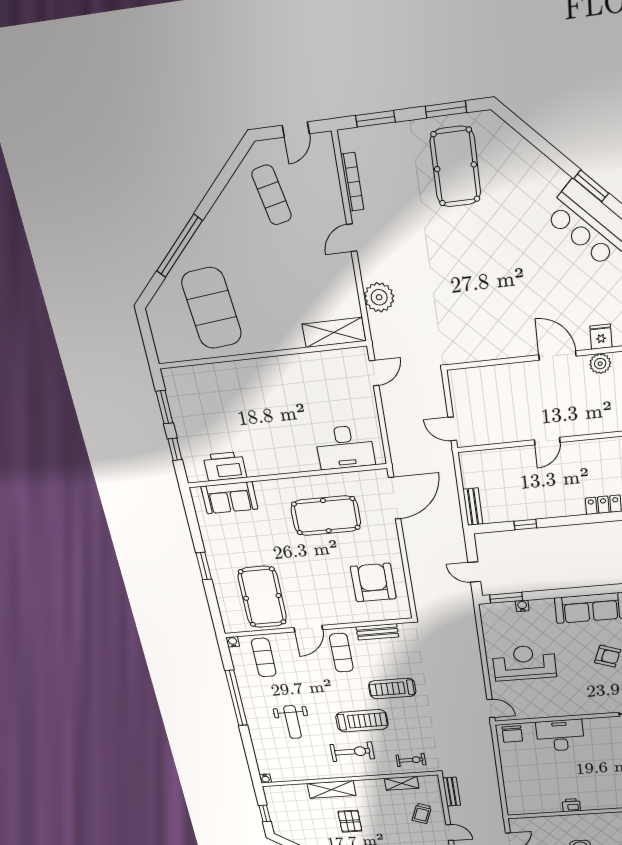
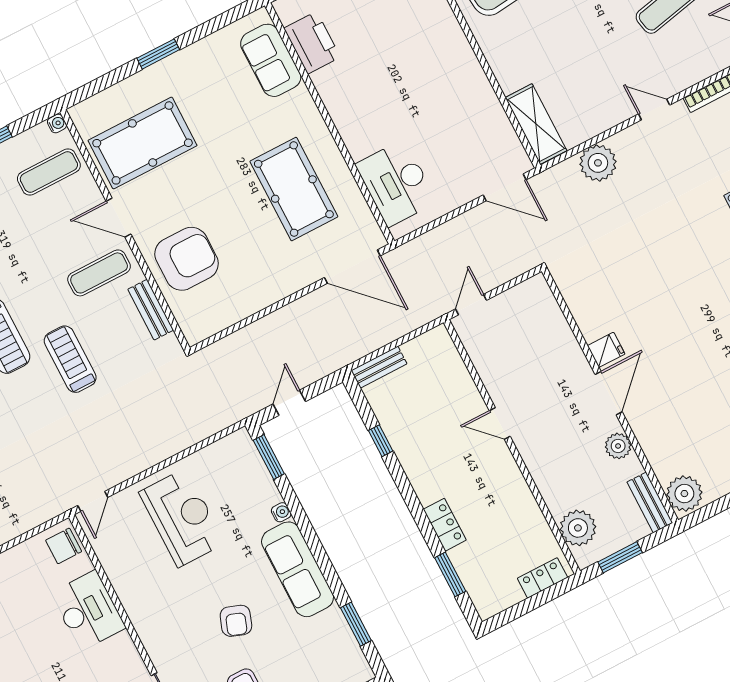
fridge: (601, 337) -> (606, 350), moved
door: (374, 373) -> (505, 187), width x1.38
armchair: (373, 583) -> (187, 259), moved
water cooler: (522, 606) -> (281, 512), moved

